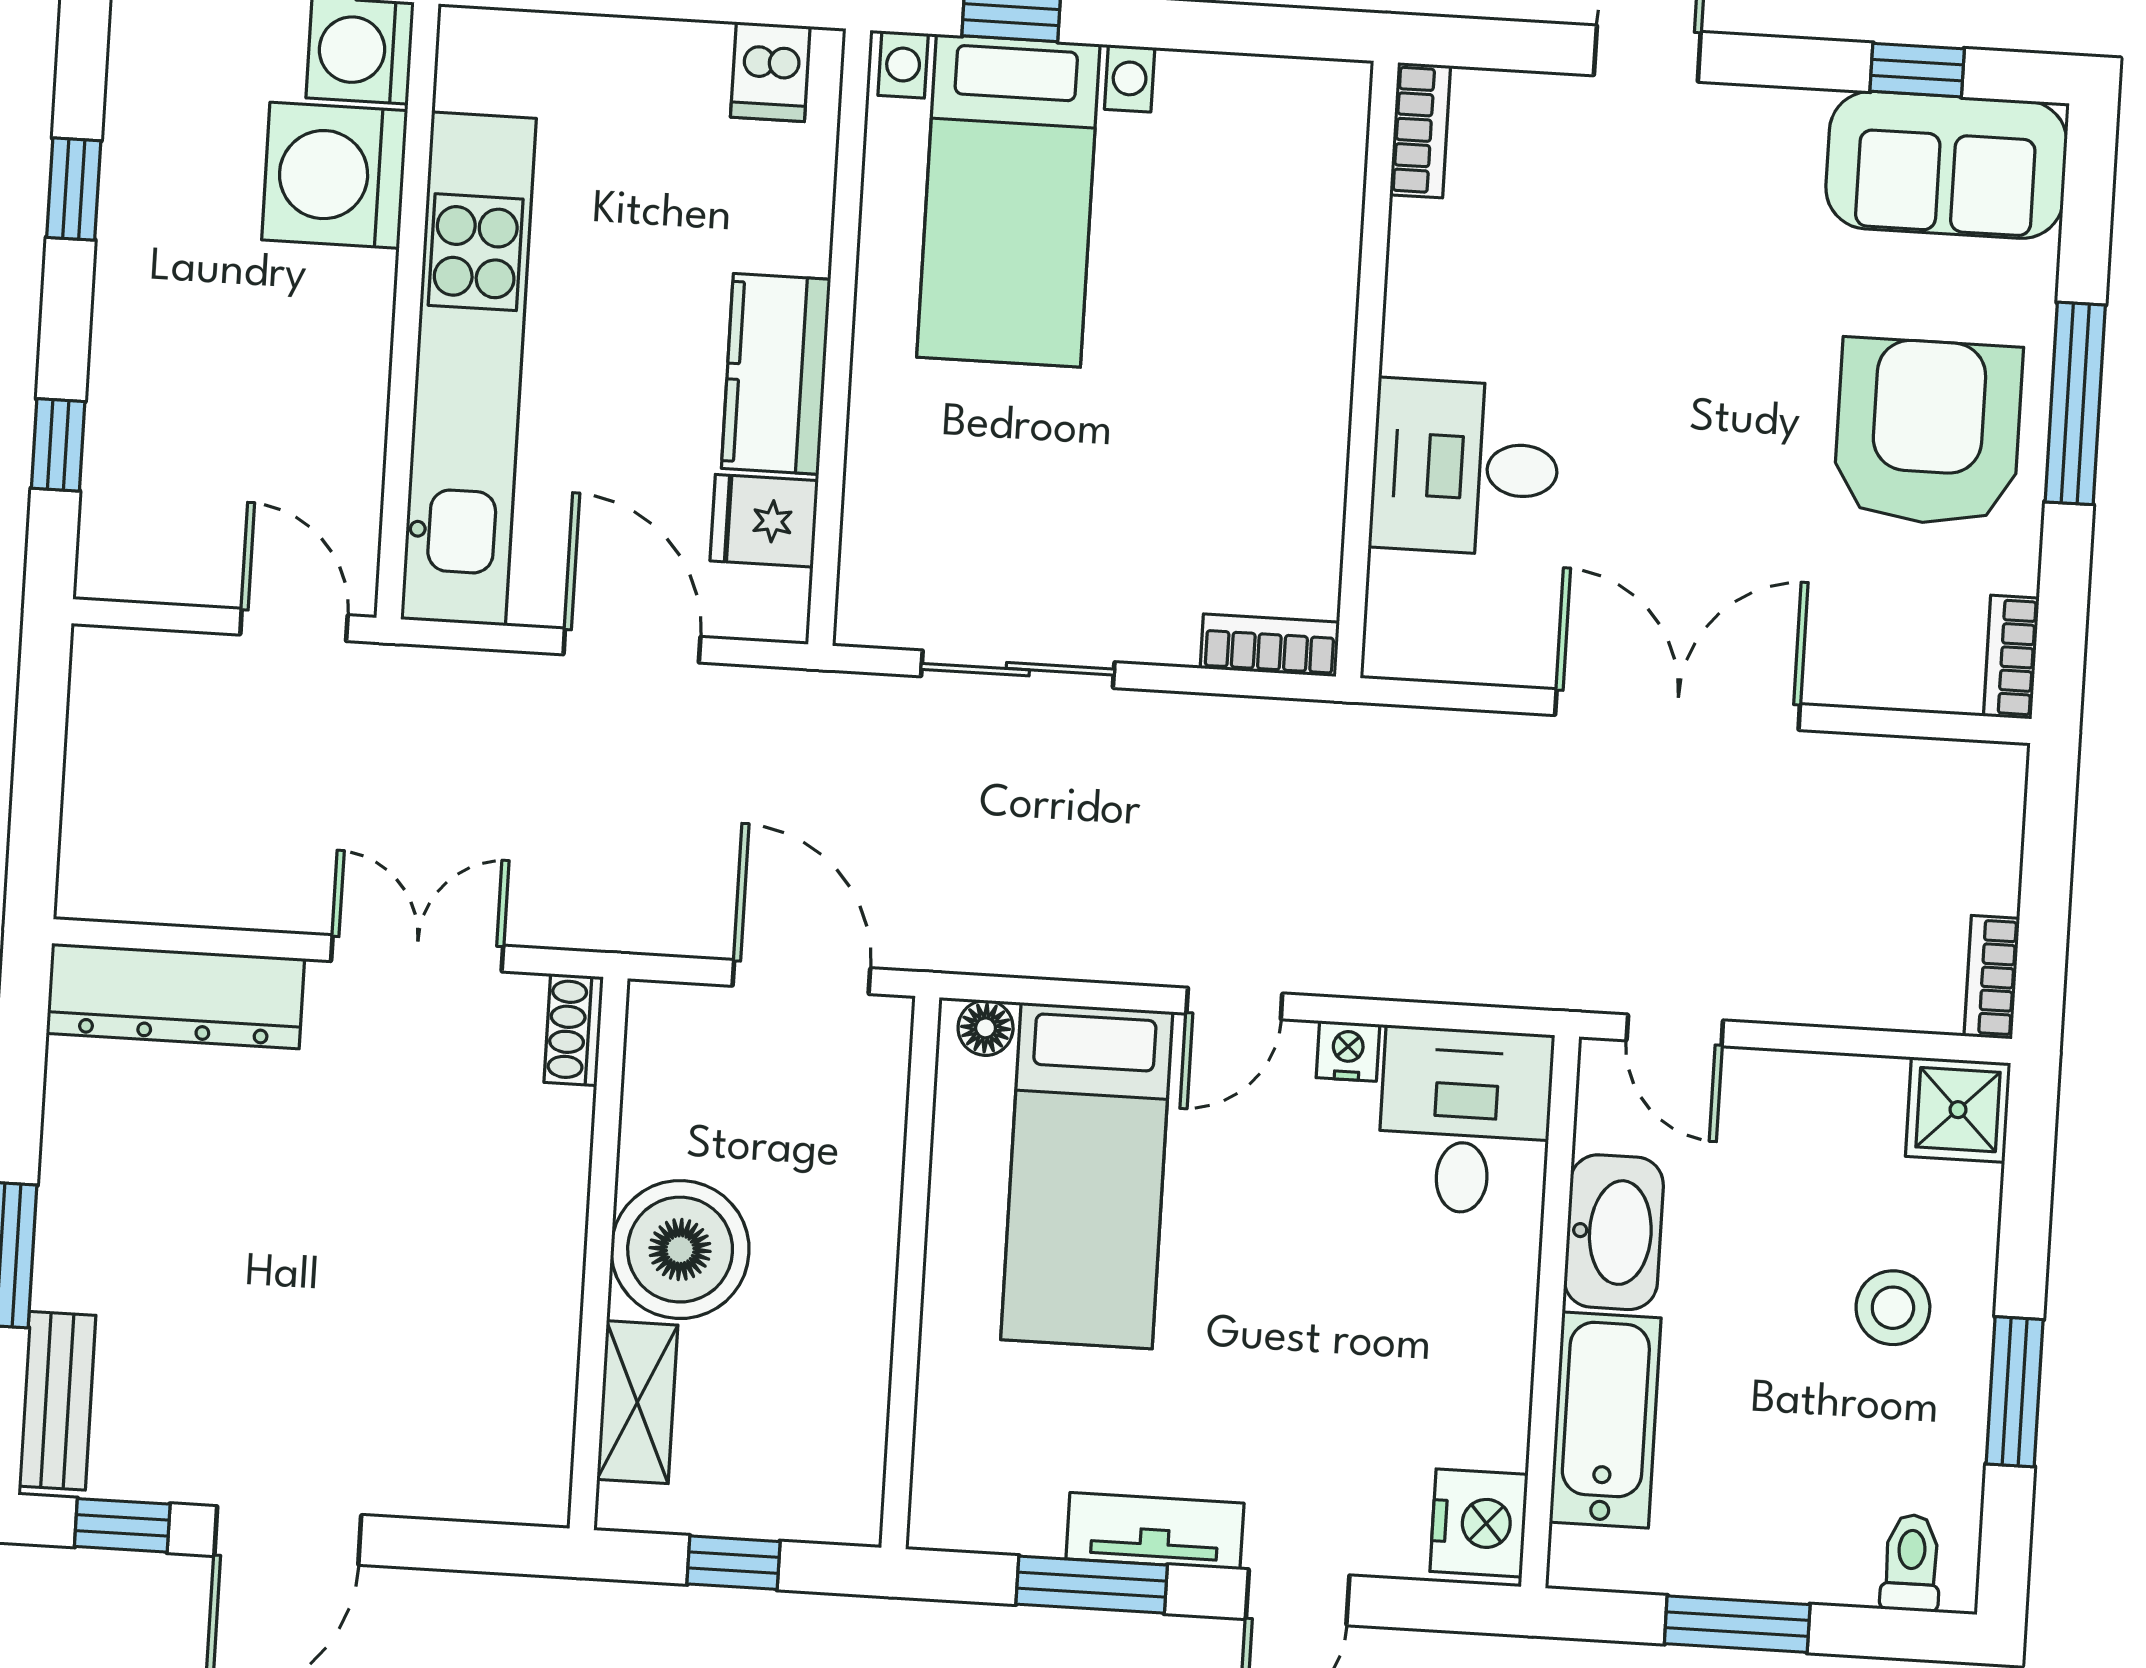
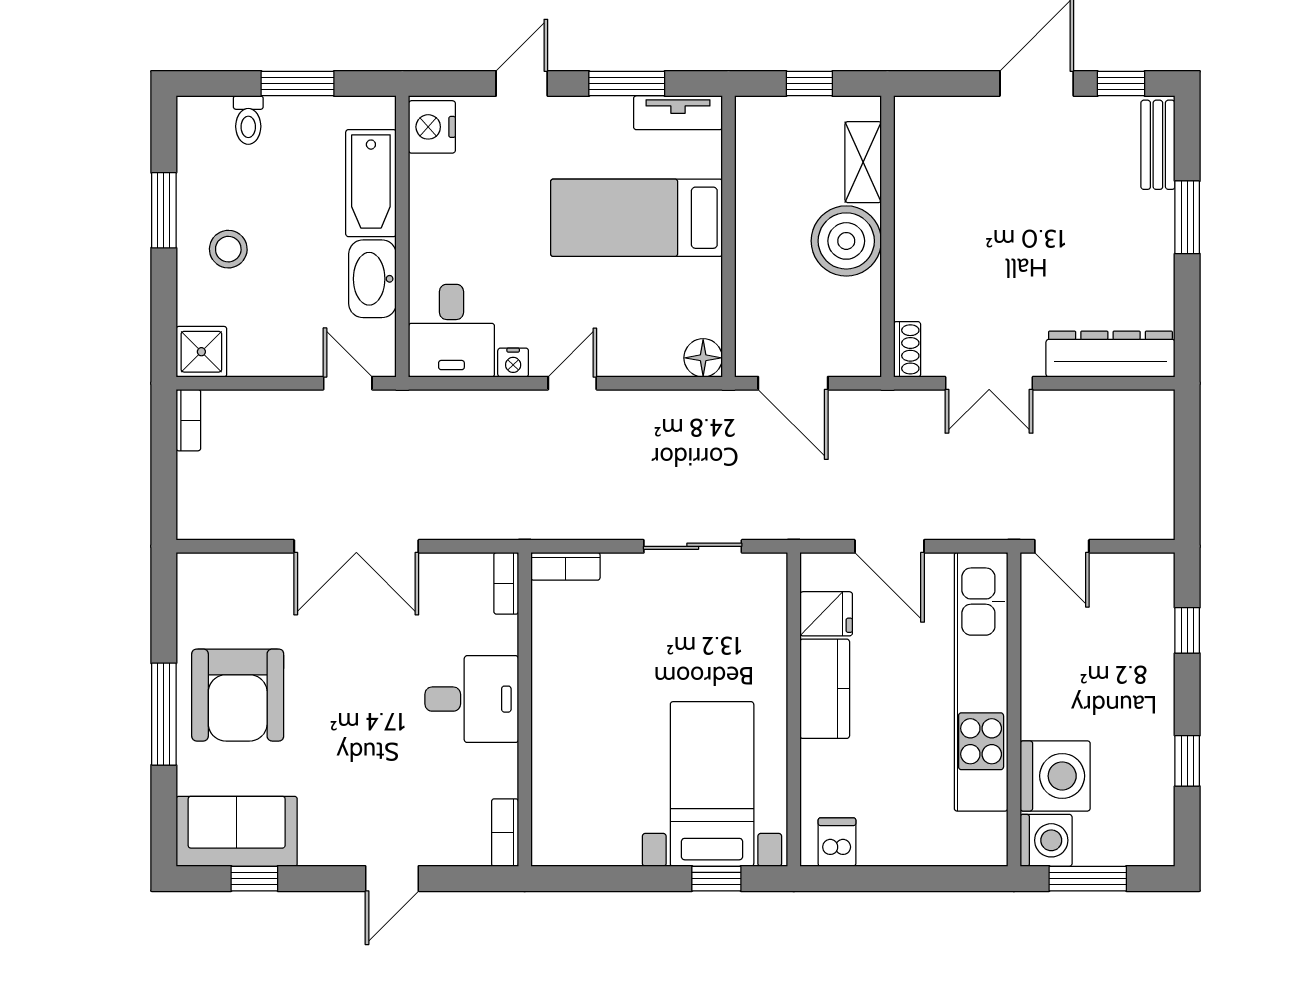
desk: (1465, 467) -> (472, 699), moved
bookcase: (2011, 657) -> (506, 583), moved, turned 180
floor lamp: (986, 1028) -> (703, 358), width x1.37, depth x1.37
bed: (1087, 1176) -> (636, 218), moved, turned -90
tv unit: (1155, 1531) -> (678, 113), moved
toilet: (1911, 1563) -> (248, 120), moved

